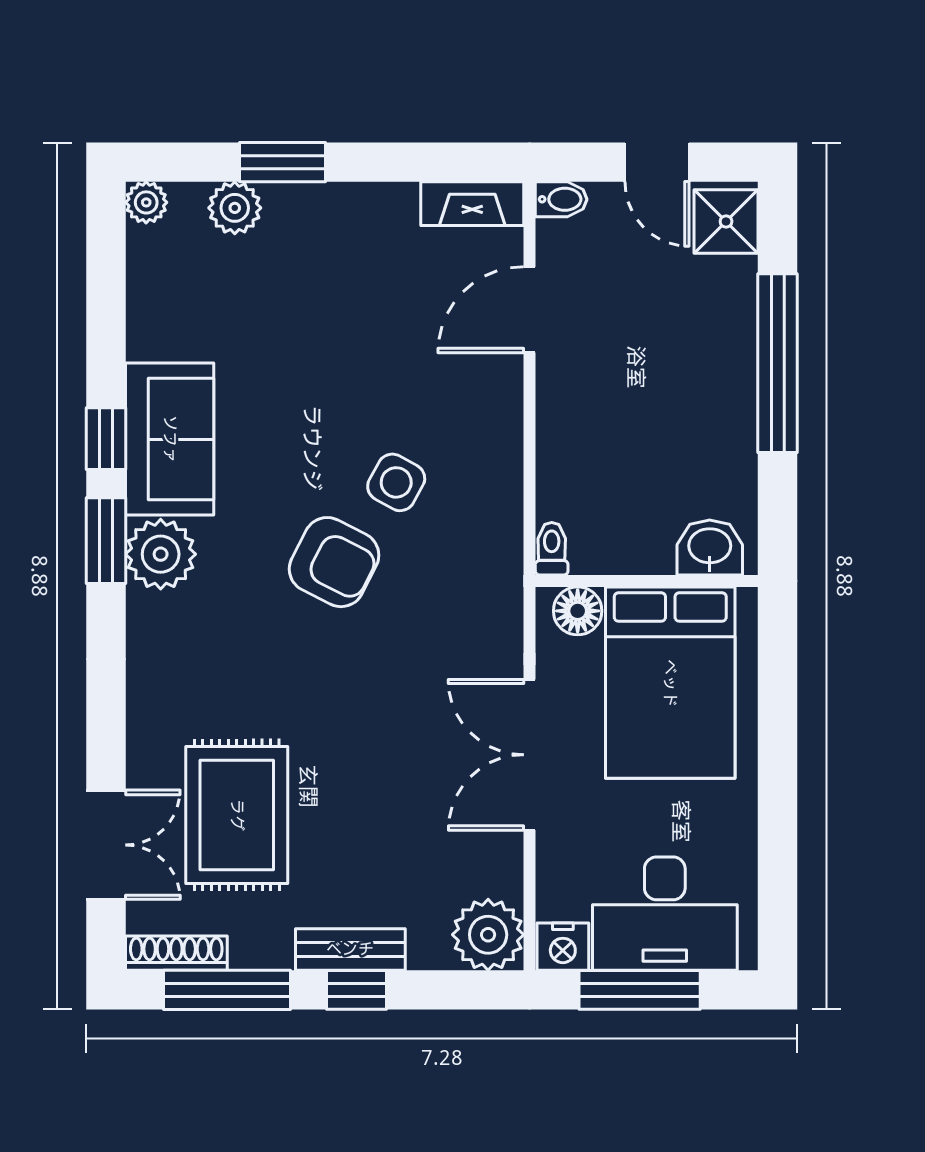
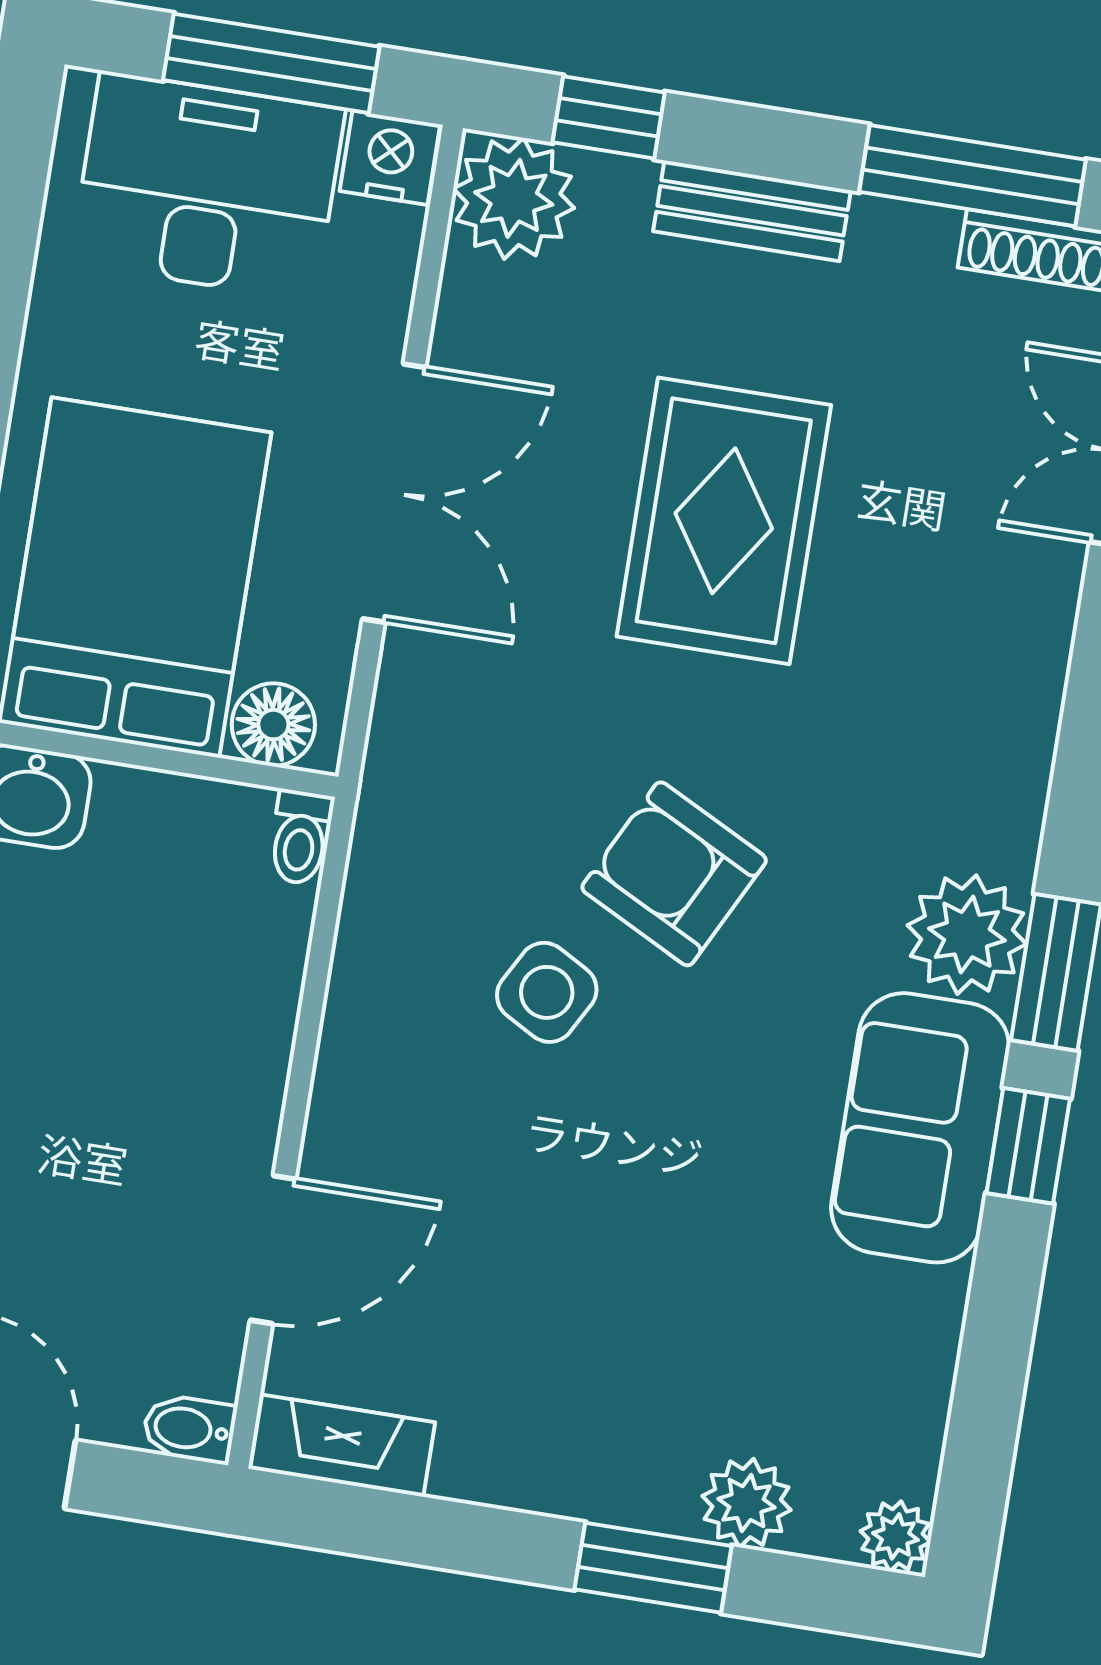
rug: (237, 815) -> (724, 521), moved
window: (356, 990) -> (609, 117), moved

